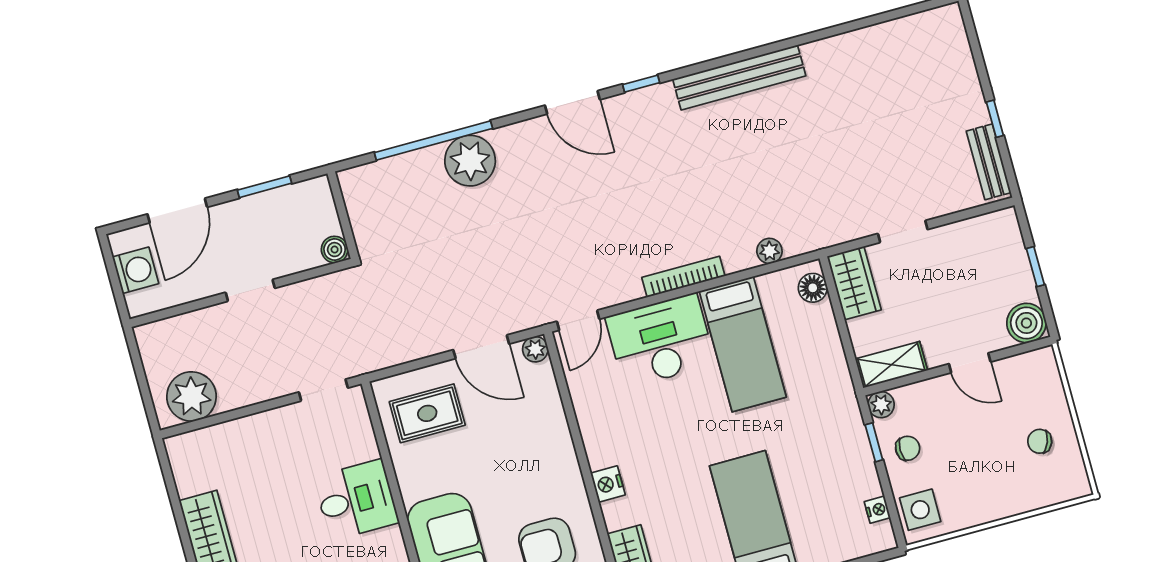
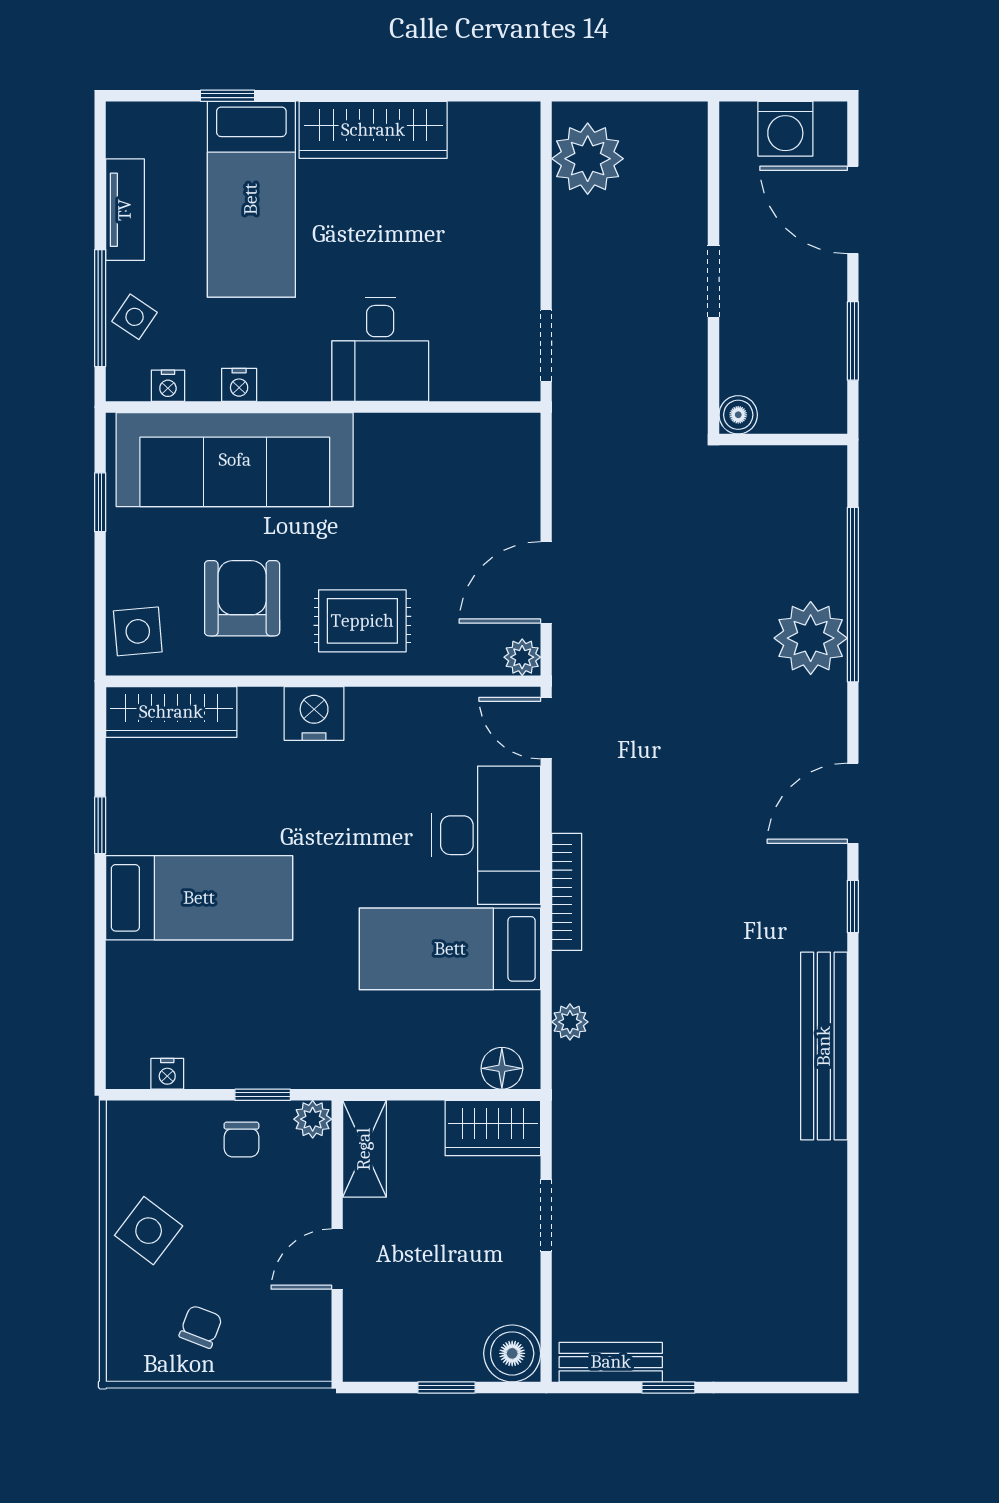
boiler: (1026, 323) -> (512, 1353), moved
rug: (427, 413) -> (362, 621), moved, turned 90
nightstand: (608, 484) -> (314, 714), width x1.36, depth x1.33
side table: (920, 510) -> (149, 1231), moved, turned 37

